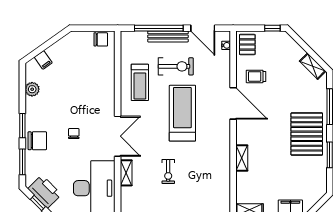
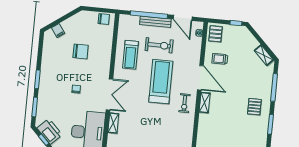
plant: (32, 89) -> (48, 52), removed
pallet: (307, 134) -> (254, 107), width x0.49, depth x0.50
chair: (37, 141) -> (81, 51), moved
shelving: (242, 158) -> (205, 103), moved
exercise bike: (168, 172) -> (184, 103), moved

